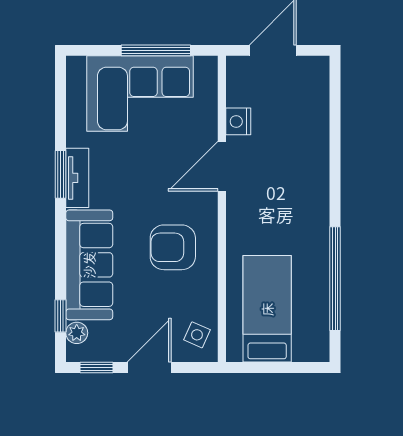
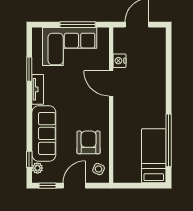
door: (222, 166) -> (111, 83), hinge flipped
window: (61, 174) -> (29, 69), moved
armchair: (173, 247) -> (89, 142), moved, turned 90
bed: (267, 309) -> (154, 156), moved

